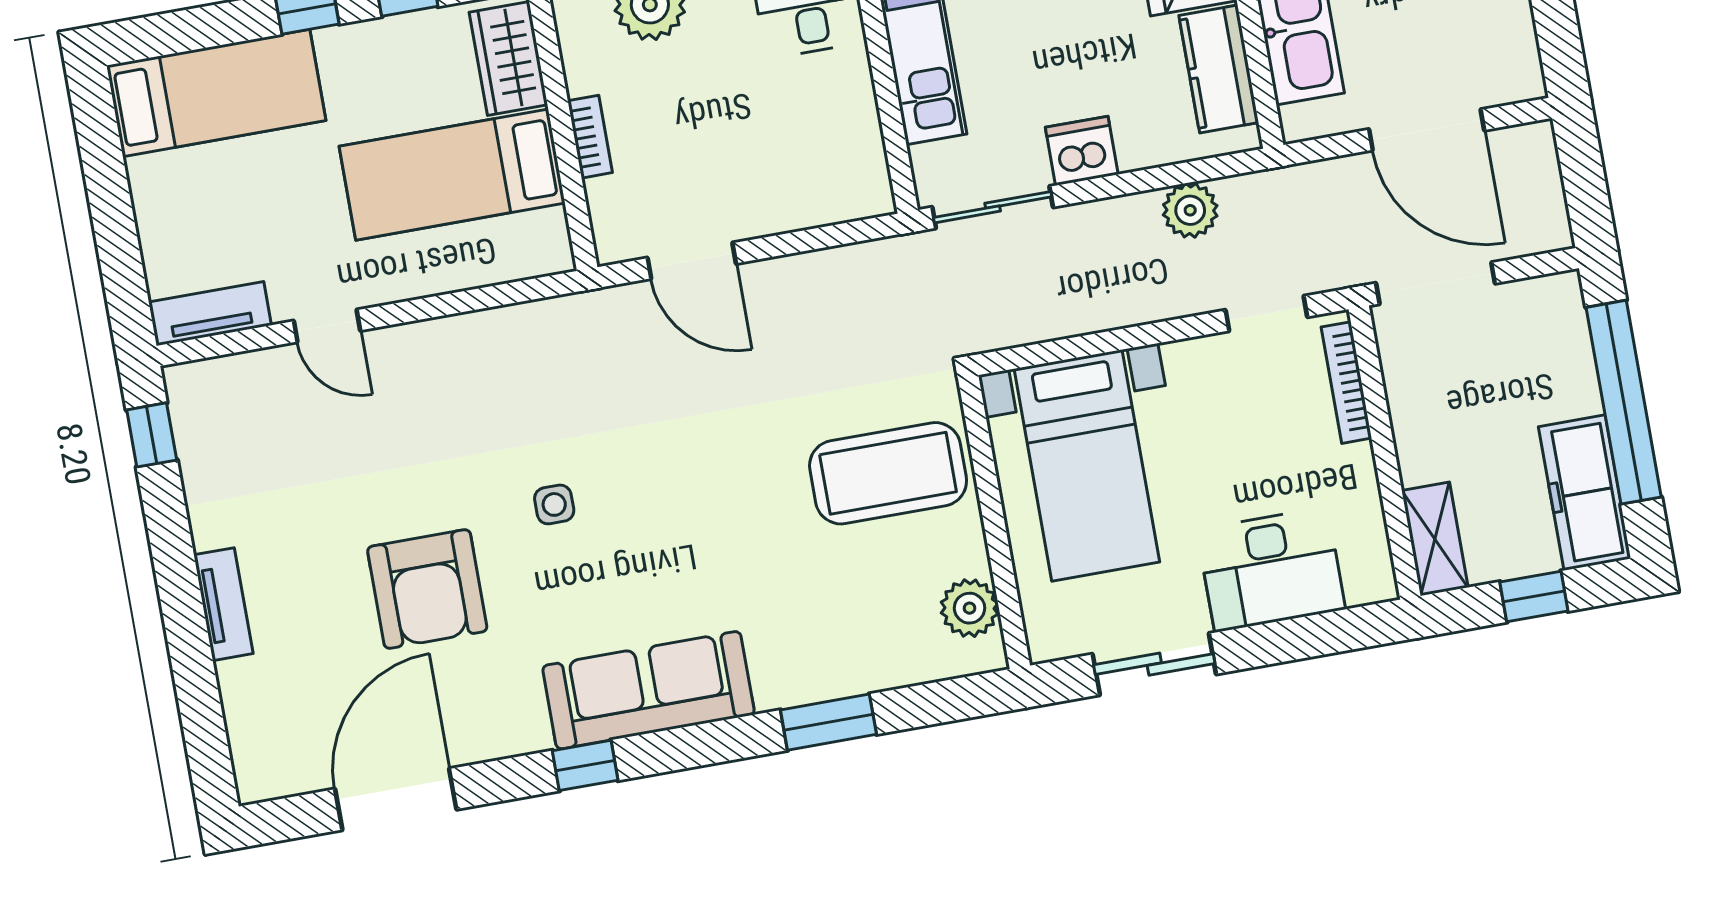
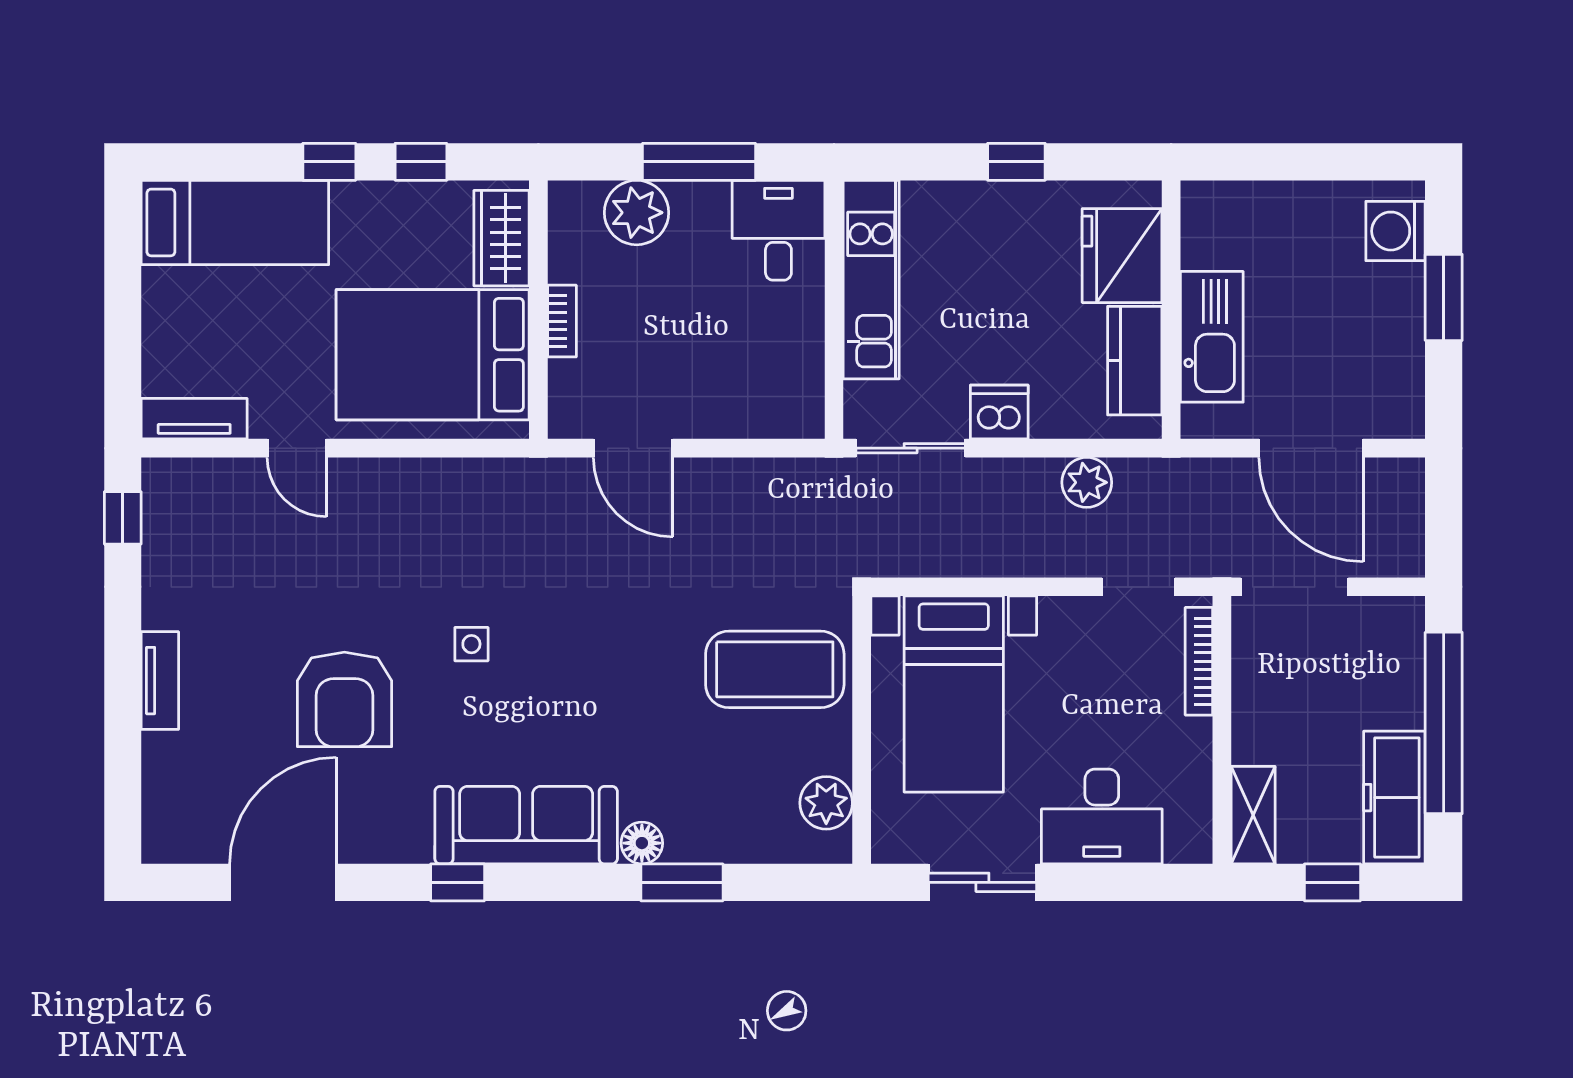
bed: (452, 175) -> (433, 355), width x1.50
floor lamp: (777, 687) -> (642, 843), added

